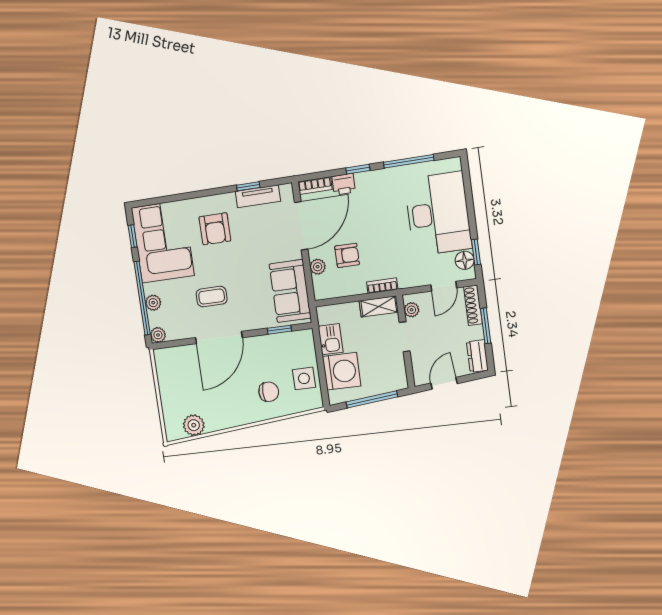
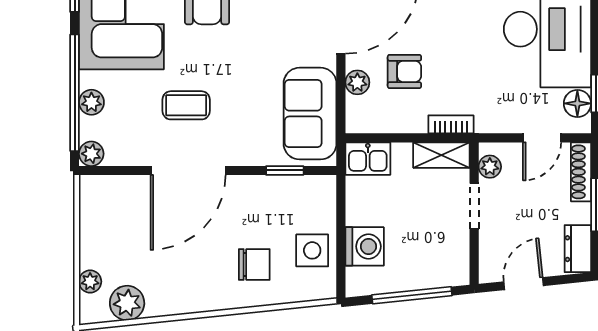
kitchen sink: (331, 339) -> (368, 159), moved, turned 90
washing machine: (342, 371) -> (365, 246), width x0.73, depth x0.73
plant: (169, 414) -> (90, 282), added

